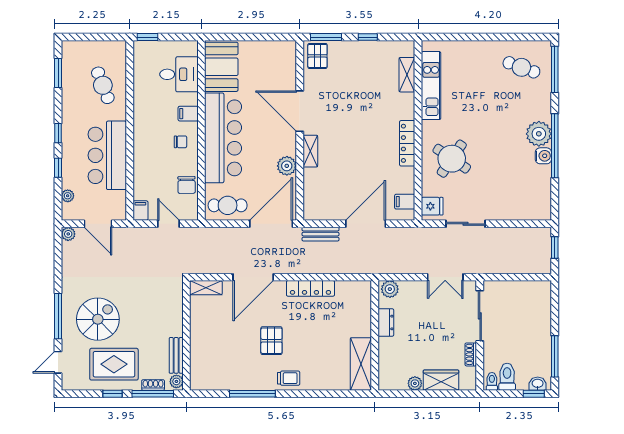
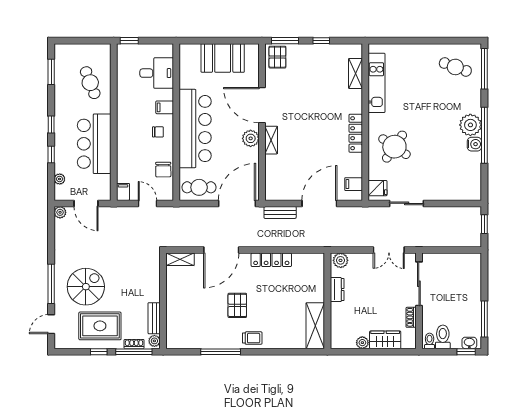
booth: (221, 67) -> (223, 58), moved, turned 90
plant: (287, 166) -> (251, 138), moved

